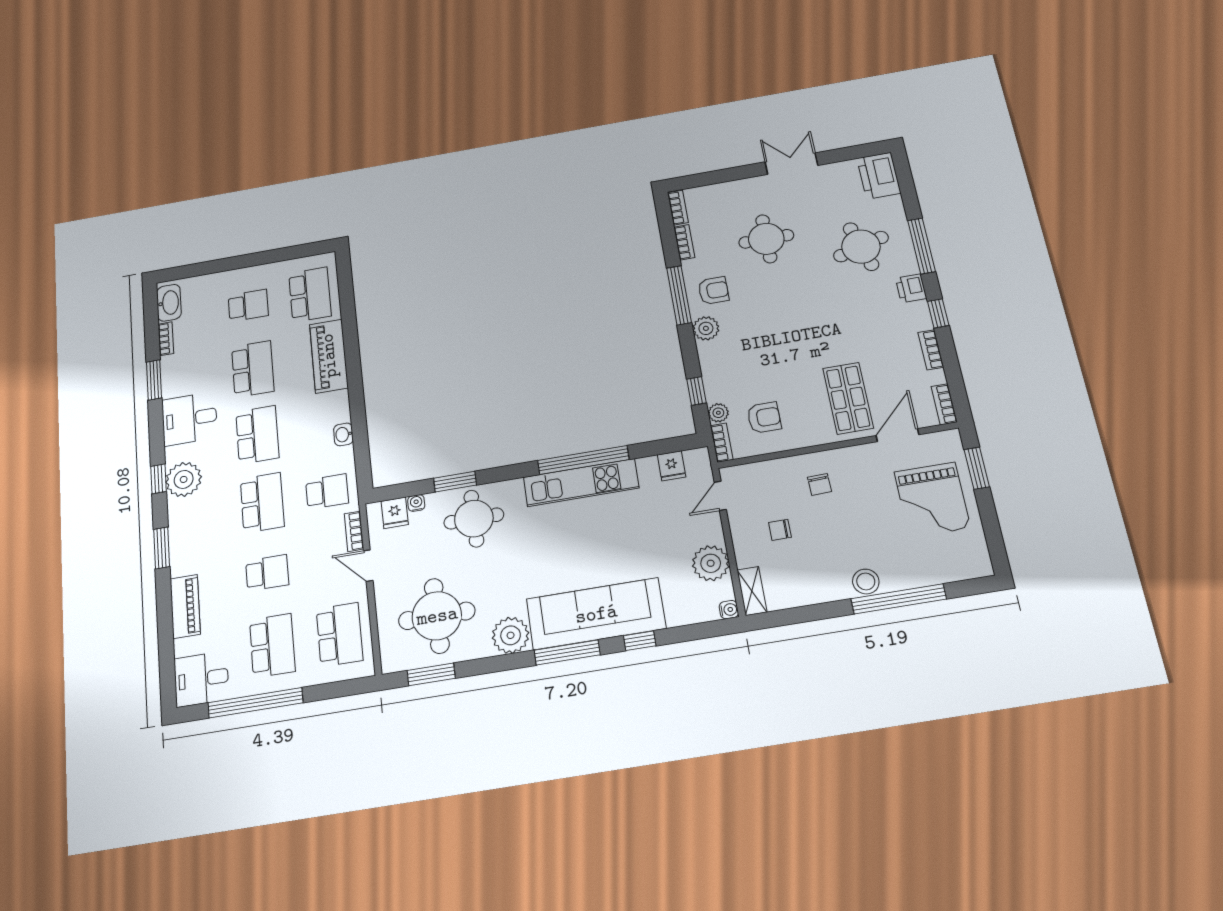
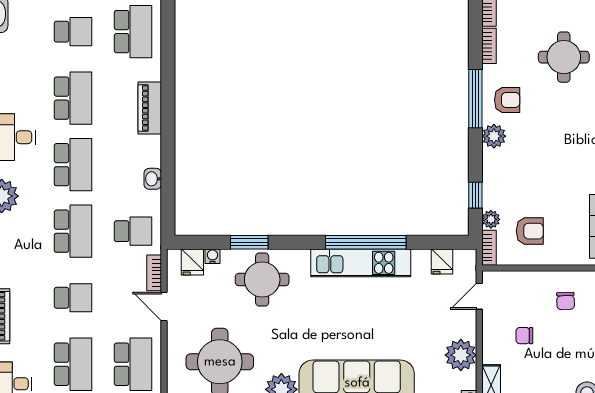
piano: (329, 356) -> (150, 108), width x0.73, depth x0.75

